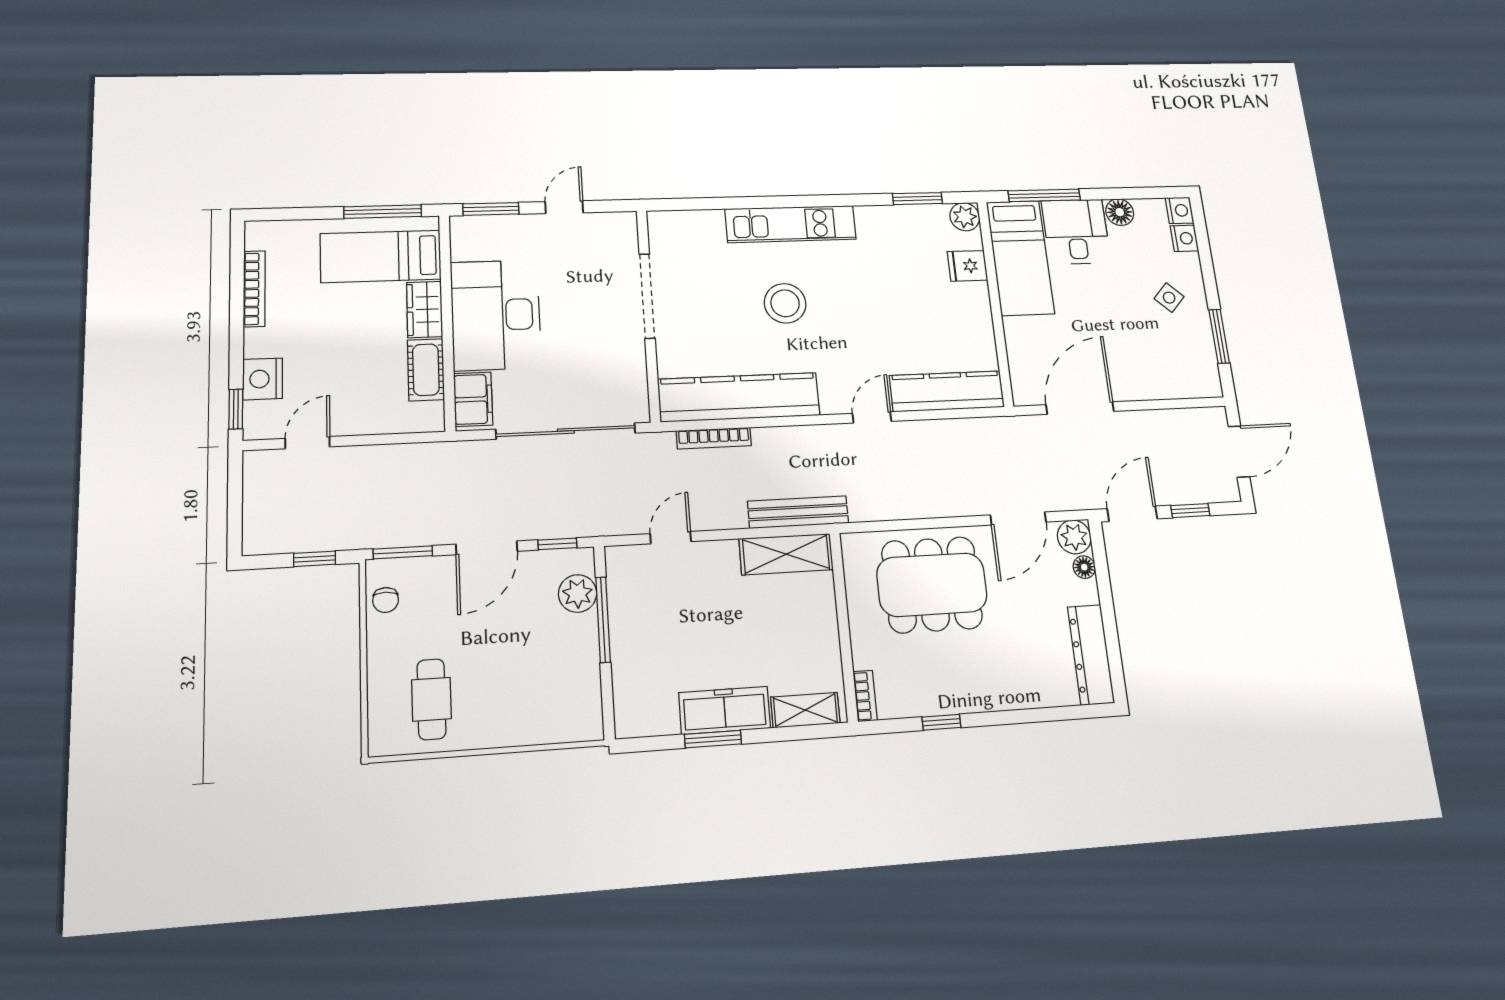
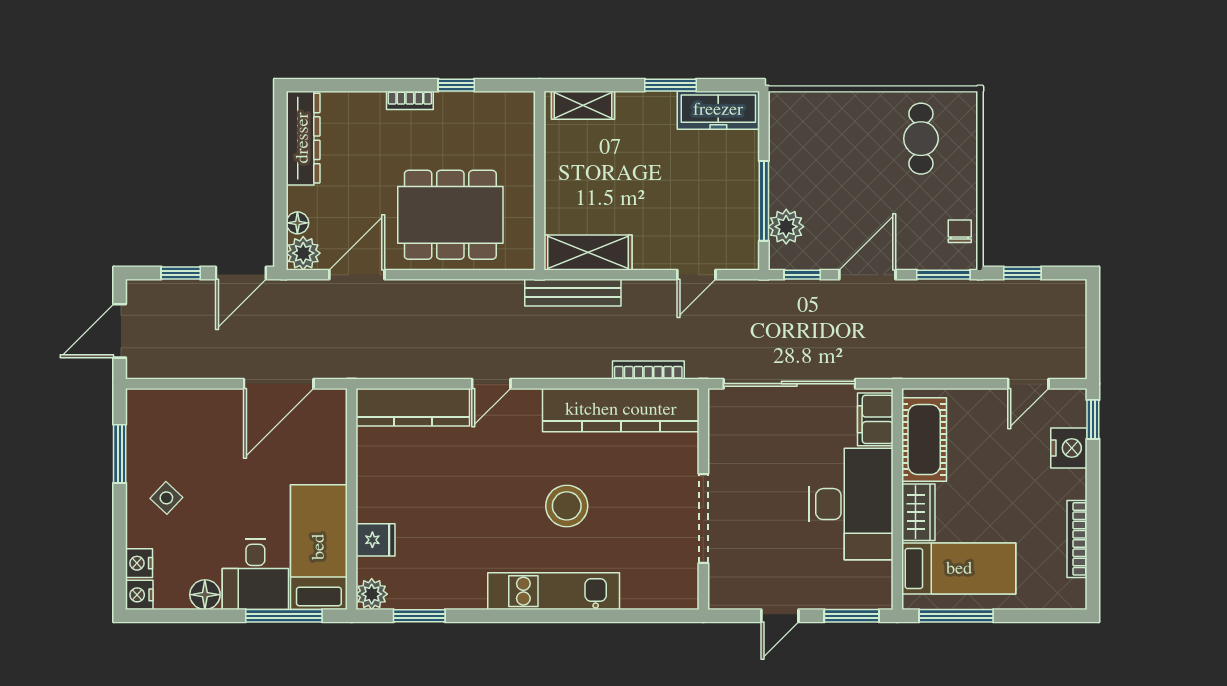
cot: (426, 370) -> (924, 440), width x1.37, depth x1.34
bookcase: (865, 696) -> (410, 100), moved, turned -90
freezer: (725, 710) -> (718, 110), moved

